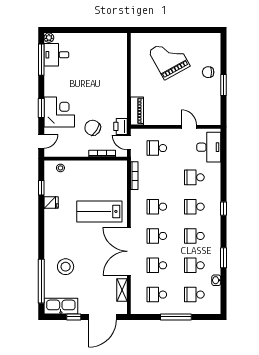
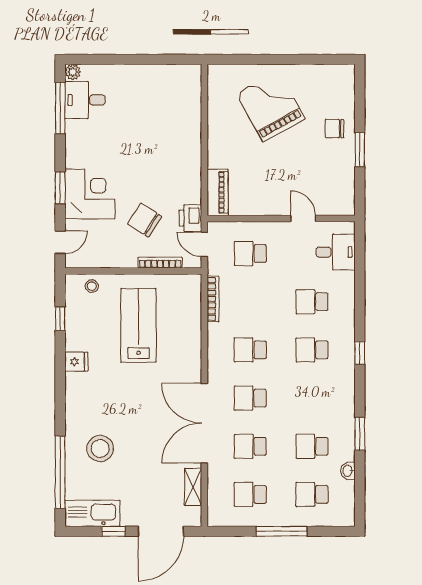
desk: (209, 147) -> (336, 252), width x0.73
fridge: (51, 203) -> (76, 362), moved
lab bench: (99, 211) -> (138, 325), moved, turned 90
school desk: (194, 236) -> (312, 398), removed

